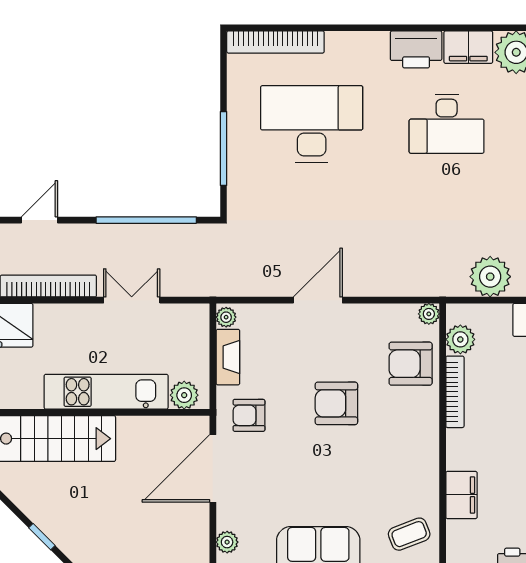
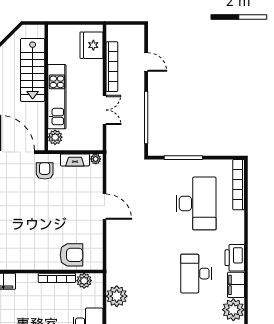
plant: (429, 314) -> (97, 264), removed
armchair: (411, 364) -> (71, 255), turned 90
armchair: (336, 403) -> (51, 216), removed

